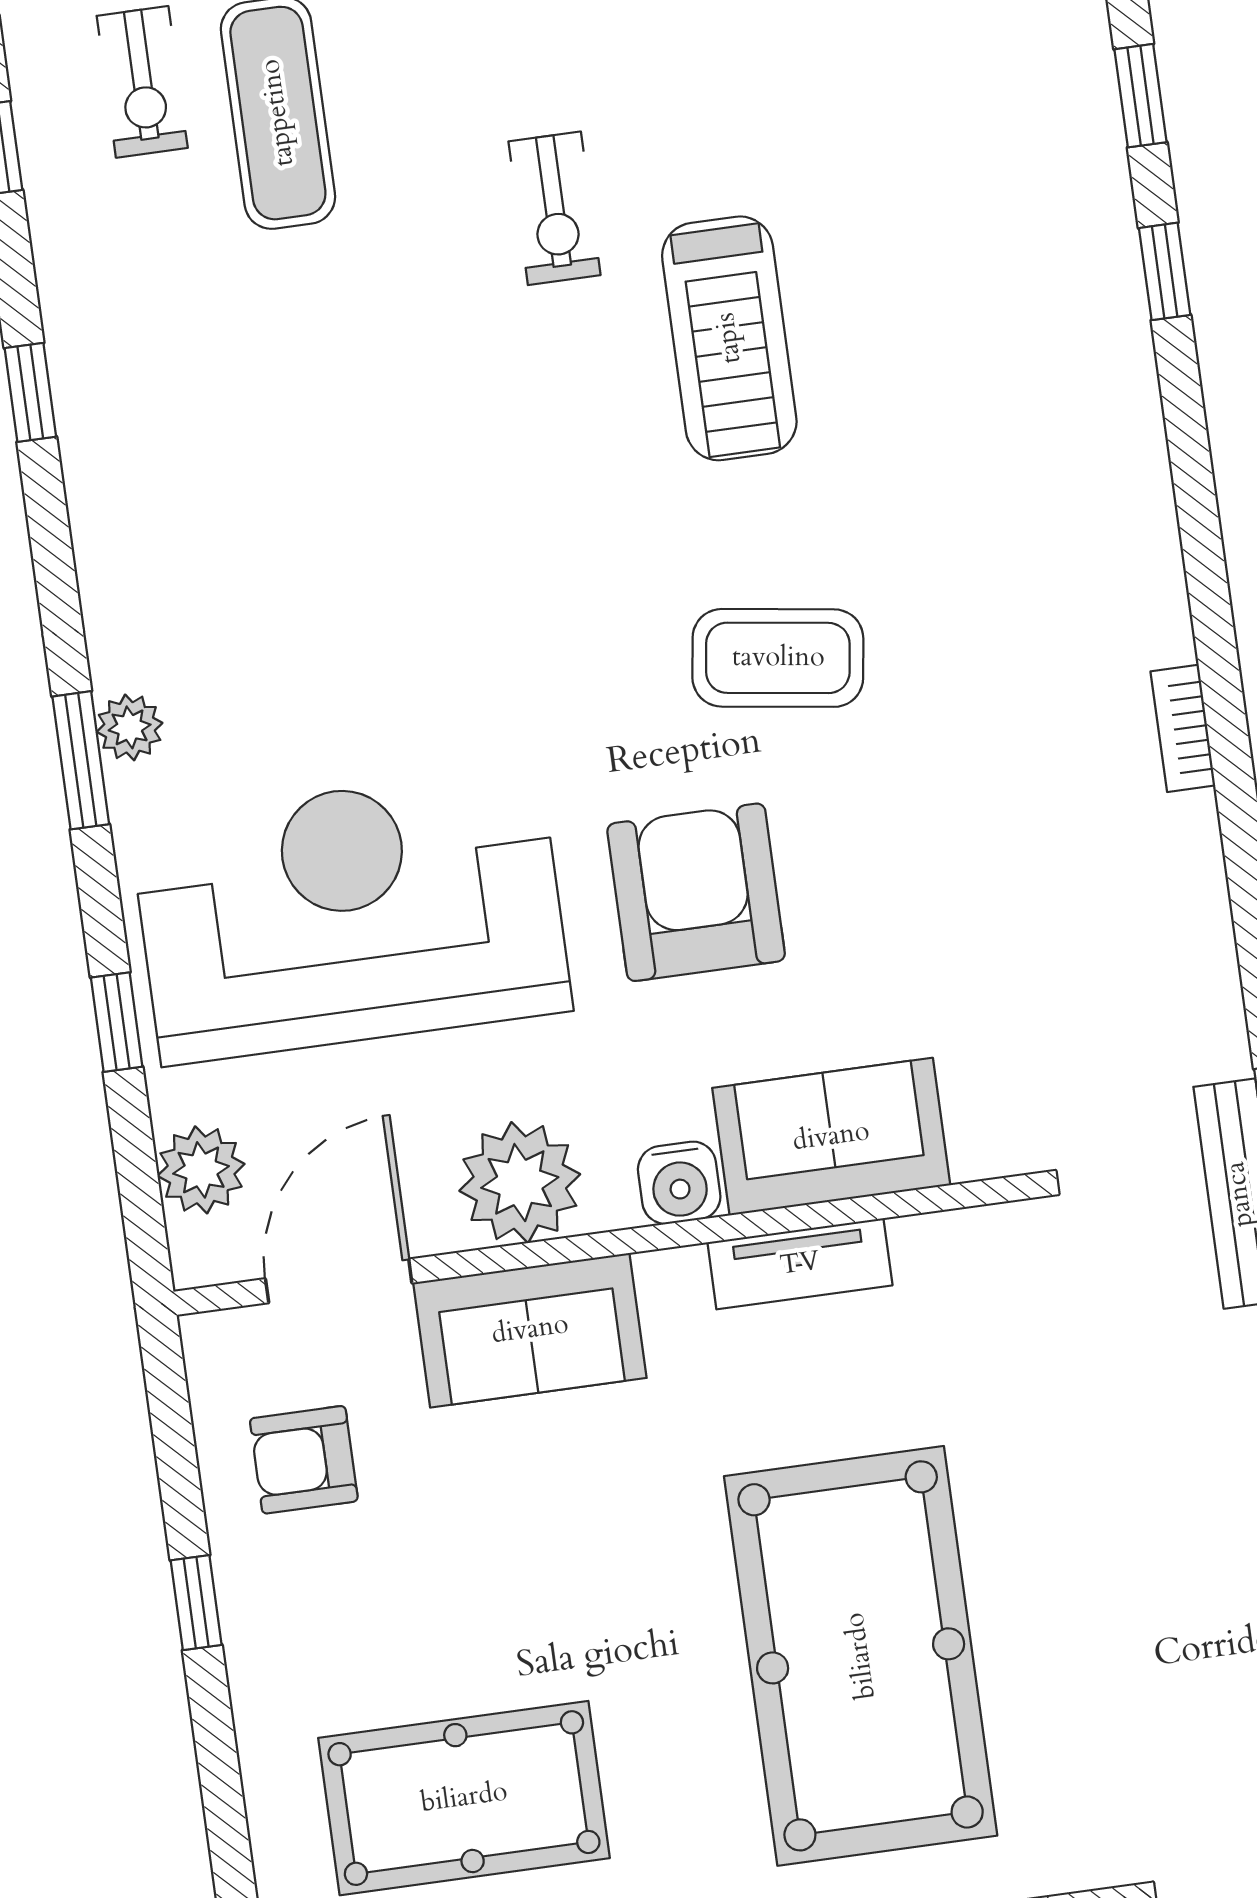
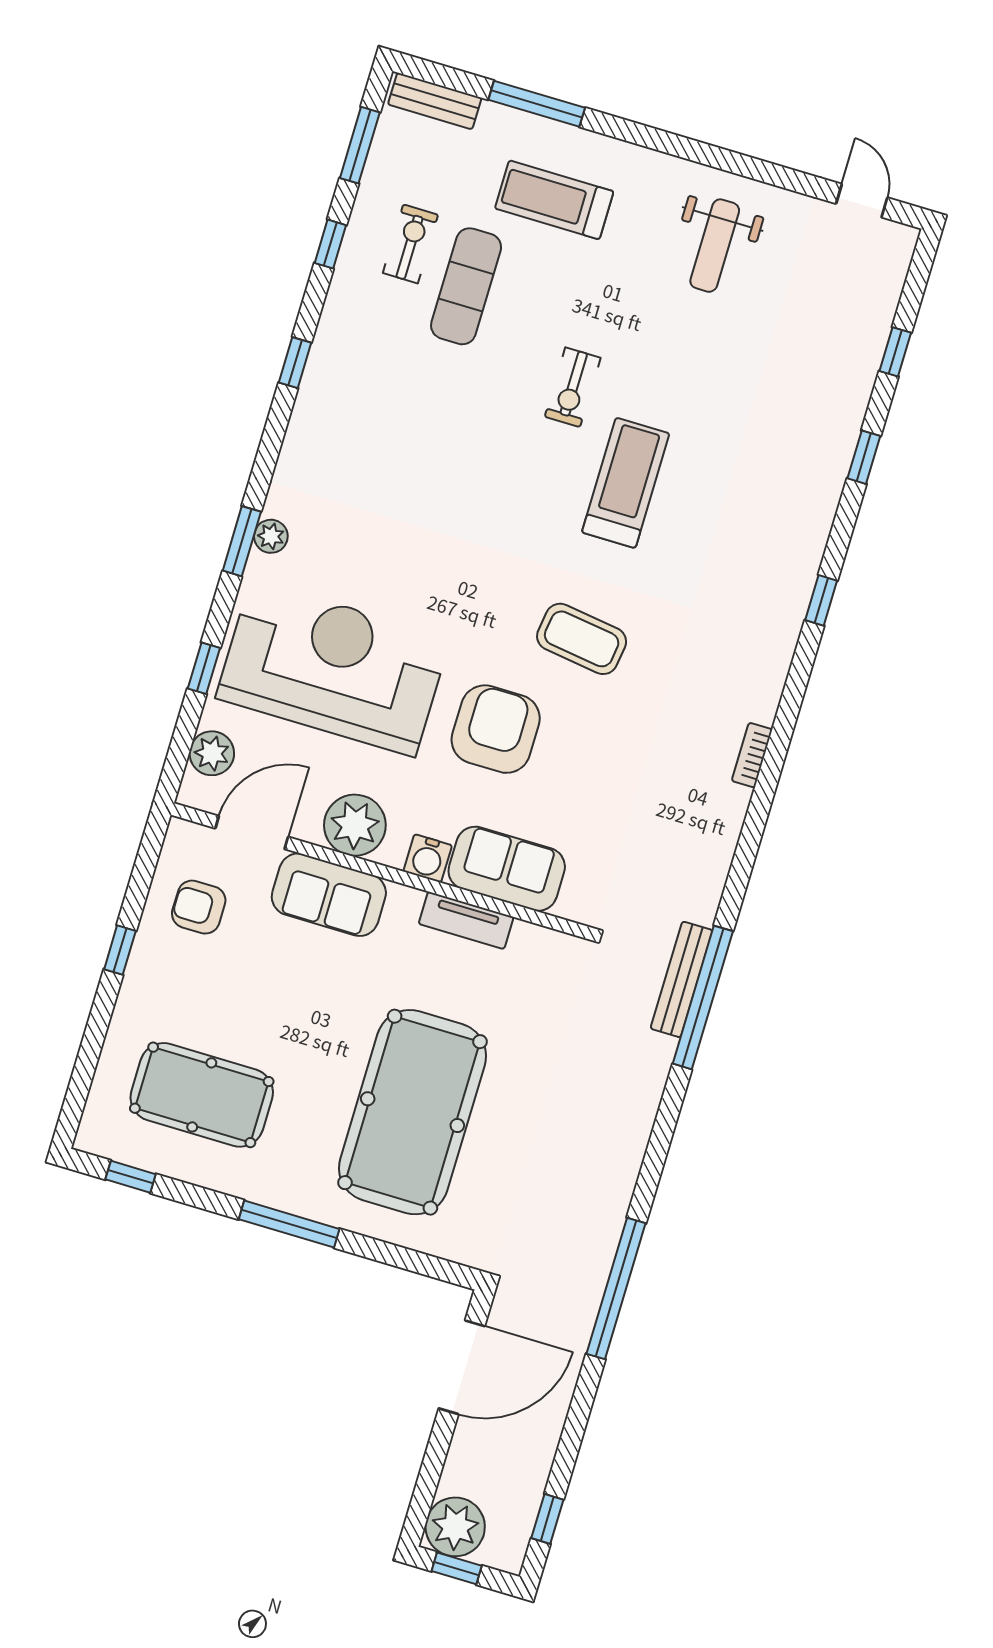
exercise bike: (142, 82) -> (410, 244), turned 180
window: (1165, 271) -> (821, 600), moved
treadmill: (729, 338) -> (626, 483), turned 180

